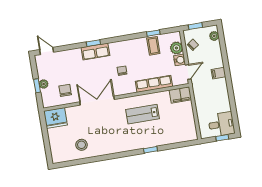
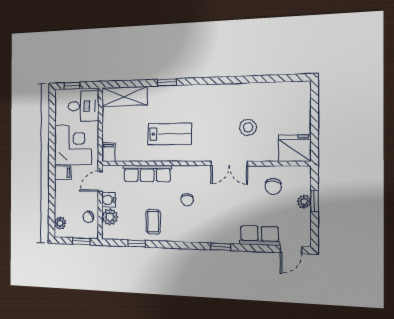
coffee table: (153, 46) -> (153, 222), moved
door: (47, 51) -> (291, 250), hinge flipped
row of seats: (95, 52) -> (260, 236), moved
filing cabinet: (180, 95) -> (109, 152), width x0.50
corner desk: (214, 95) -> (73, 145), added
double door: (97, 101) -> (229, 164), width x0.73
desk: (221, 124) -> (83, 106), moved, turned 180
shelving: (180, 136) -> (125, 97), added
stool: (82, 145) -> (248, 127), moved

